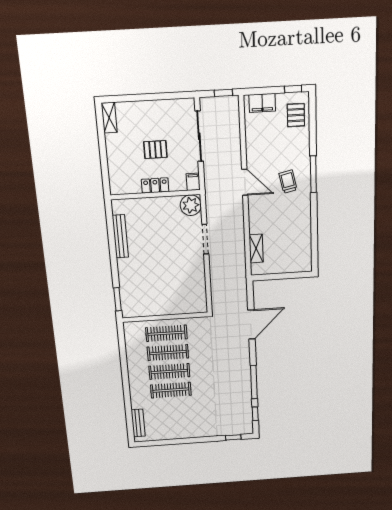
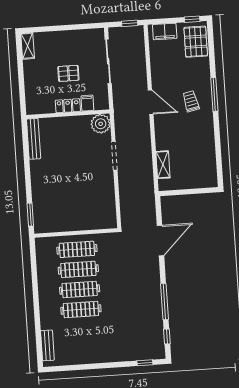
pallet: (296, 115) -> (196, 42), width x1.50, depth x1.42
filing cabinet: (193, 182) -> (87, 103), moved
bench: (120, 236) -> (34, 139), moved

